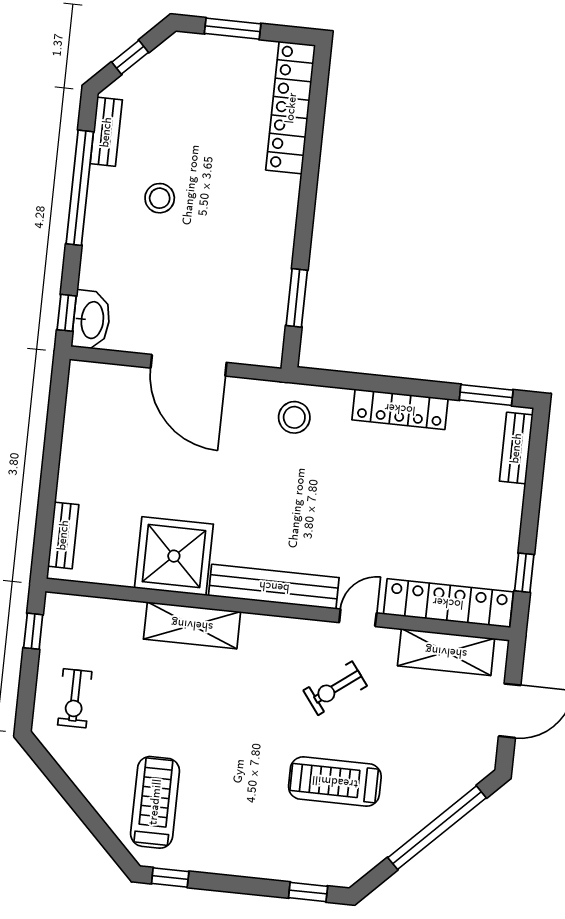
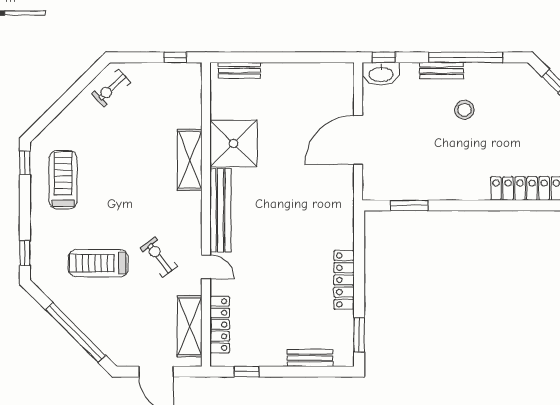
bench: (106, 132) -> (441, 71), moved
stool: (294, 417) -> (332, 212), removed
bench: (516, 448) -> (310, 358), moved
locker: (448, 603) -> (220, 325), width x0.71, depth x0.83
exercise bike: (75, 698) -> (111, 88), moved, turned -43
treadmill: (335, 782) -> (98, 263), turned -90
treadmill: (155, 802) -> (63, 180), moved, turned -90

